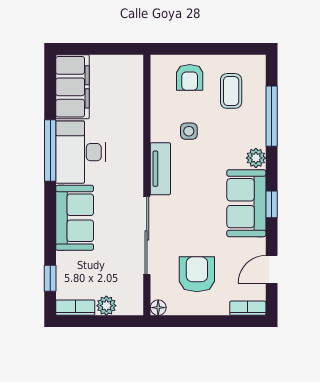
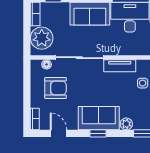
plant: (106, 306) -> (42, 38), width x1.88, depth x1.88
floor lamp: (158, 308) -> (47, 64), moved

